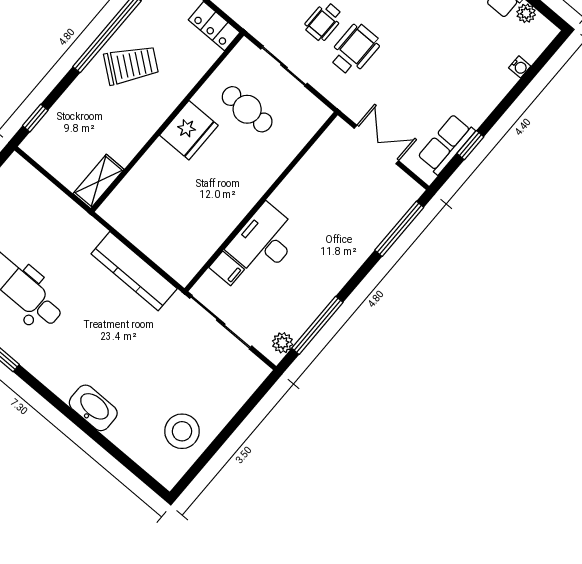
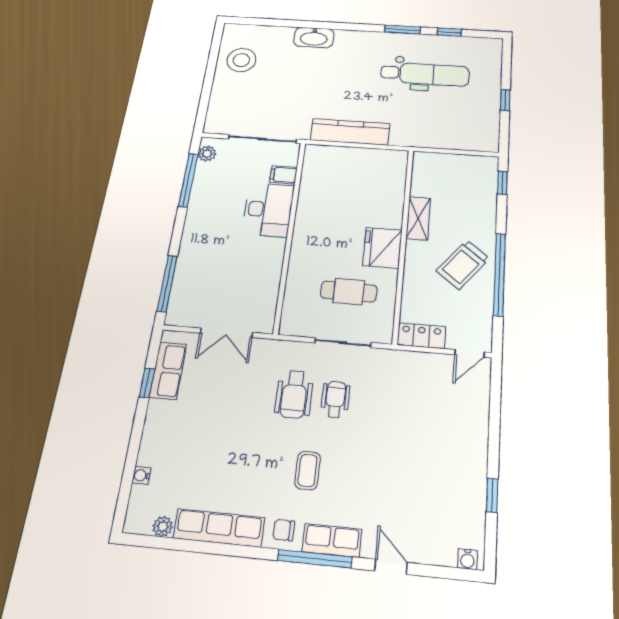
shelving: (99, 181) -> (418, 218), moved

